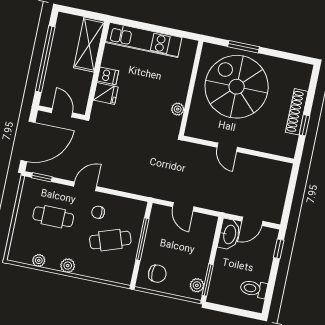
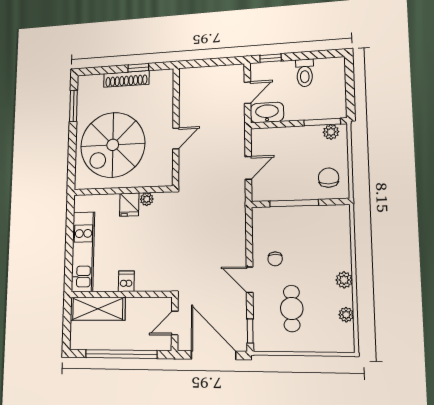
window: (244, 47) -> (73, 106), moved
fridge: (106, 93) -> (129, 205), moved, turned 180
door: (252, 221) -> (247, 93), hinge flipped
cafe table: (110, 240) -> (303, 238), removed
toilet: (254, 289) -> (305, 73), moved

